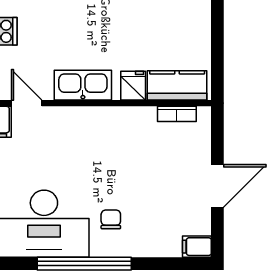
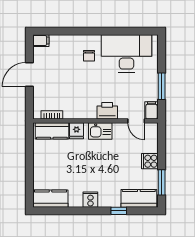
kitchen sink: (83, 85) -> (100, 131), width x0.73
printer: (78, 121) -> (107, 111), added
window: (84, 264) -> (104, 31), removed

